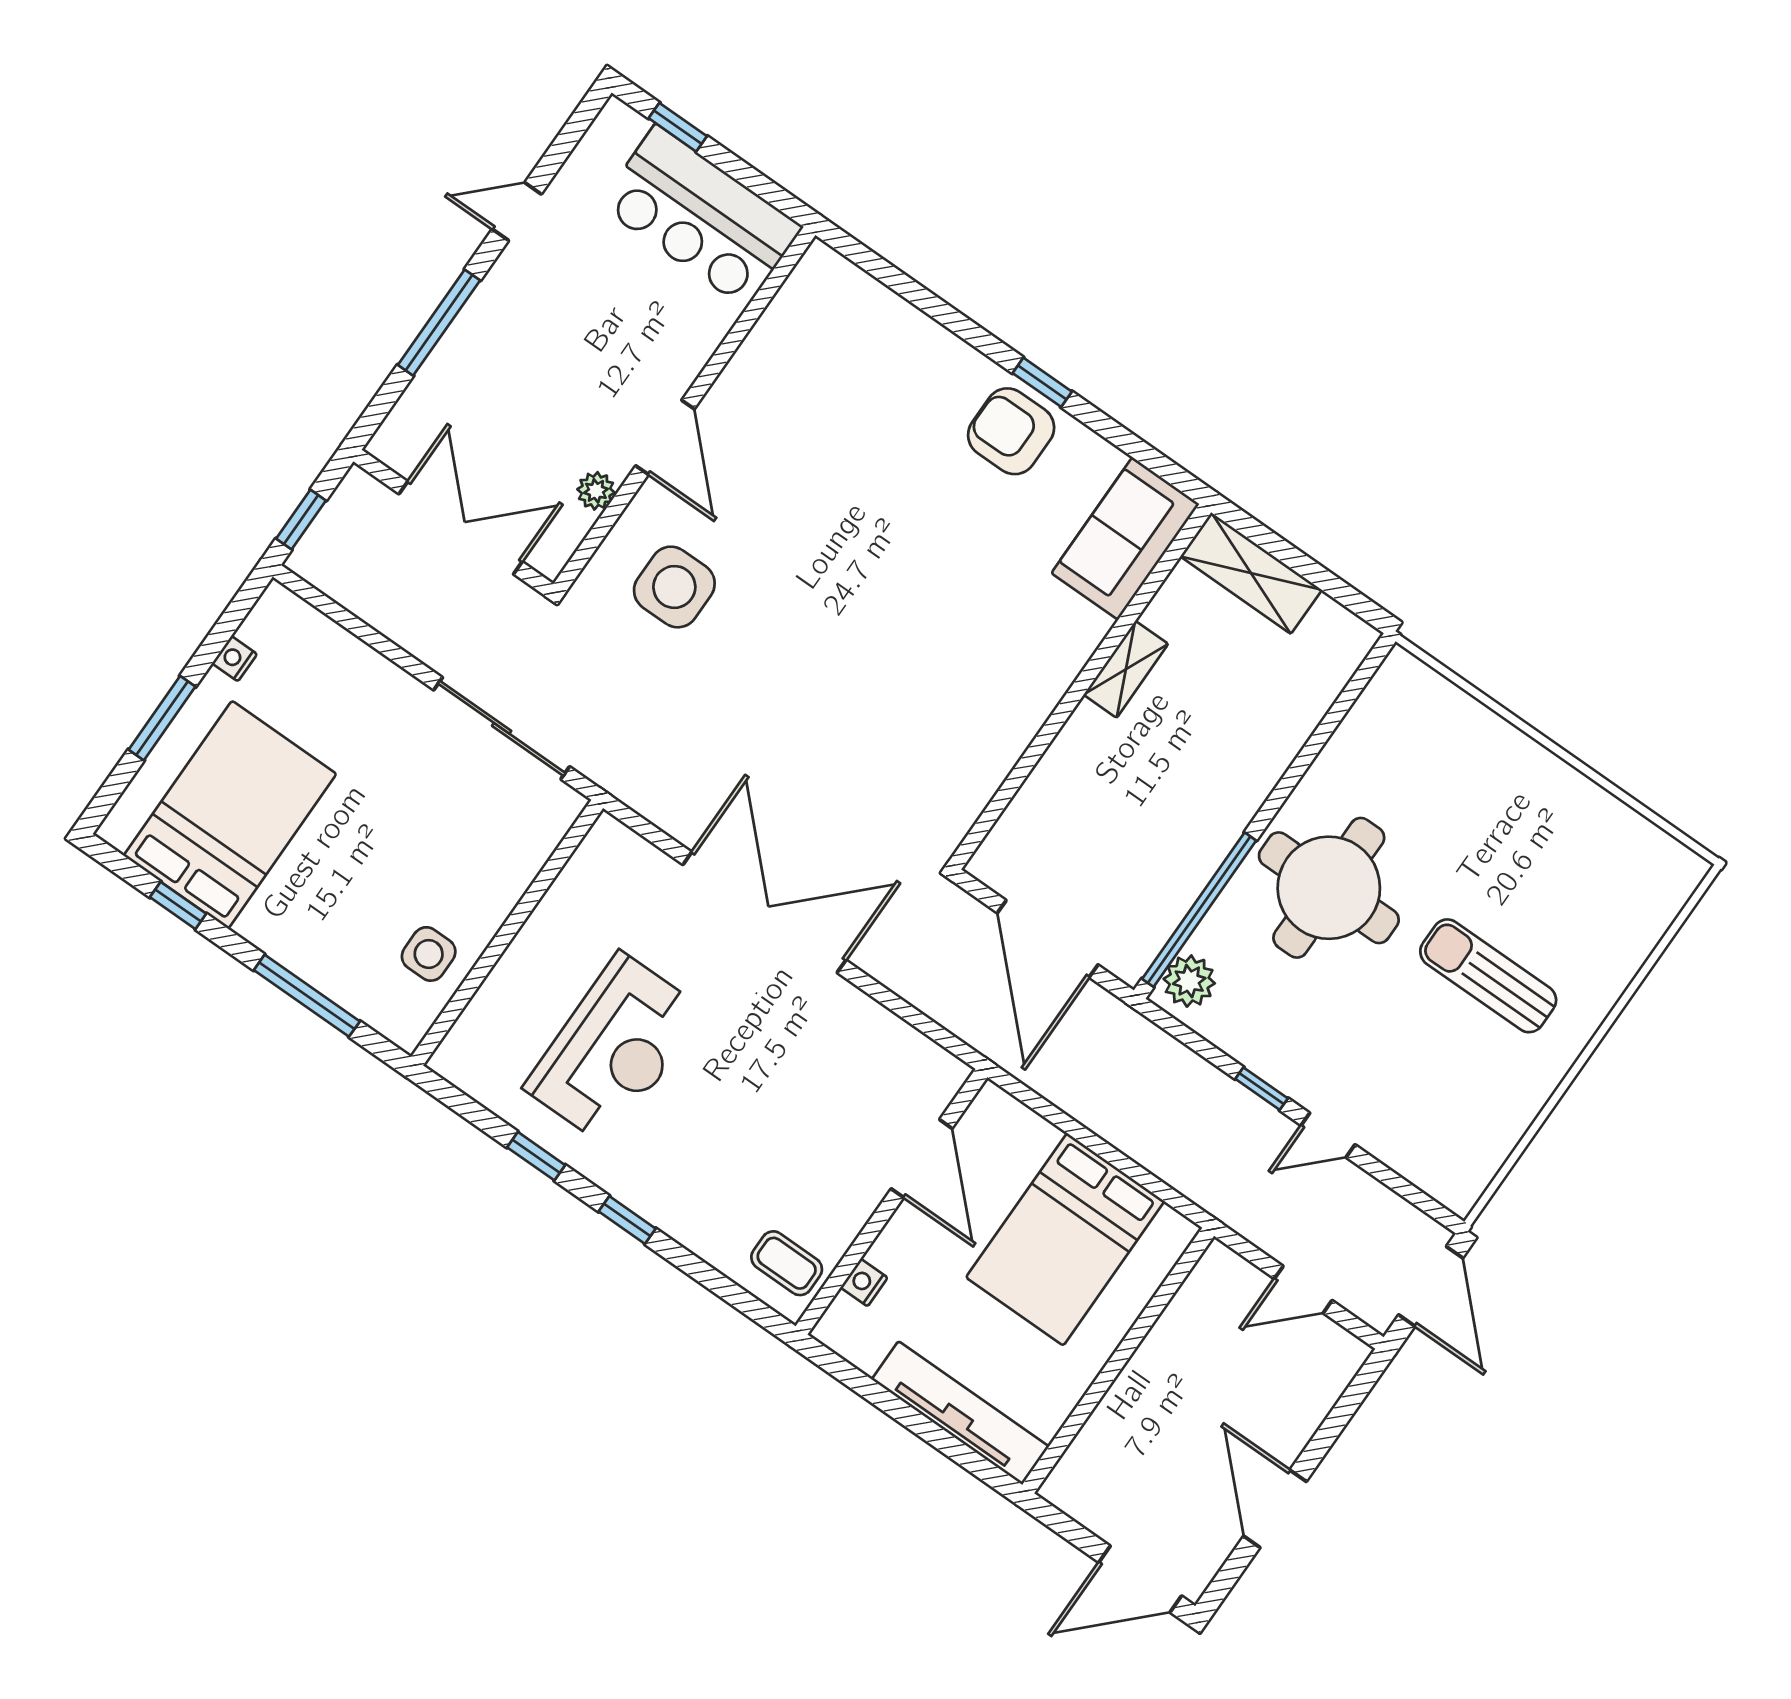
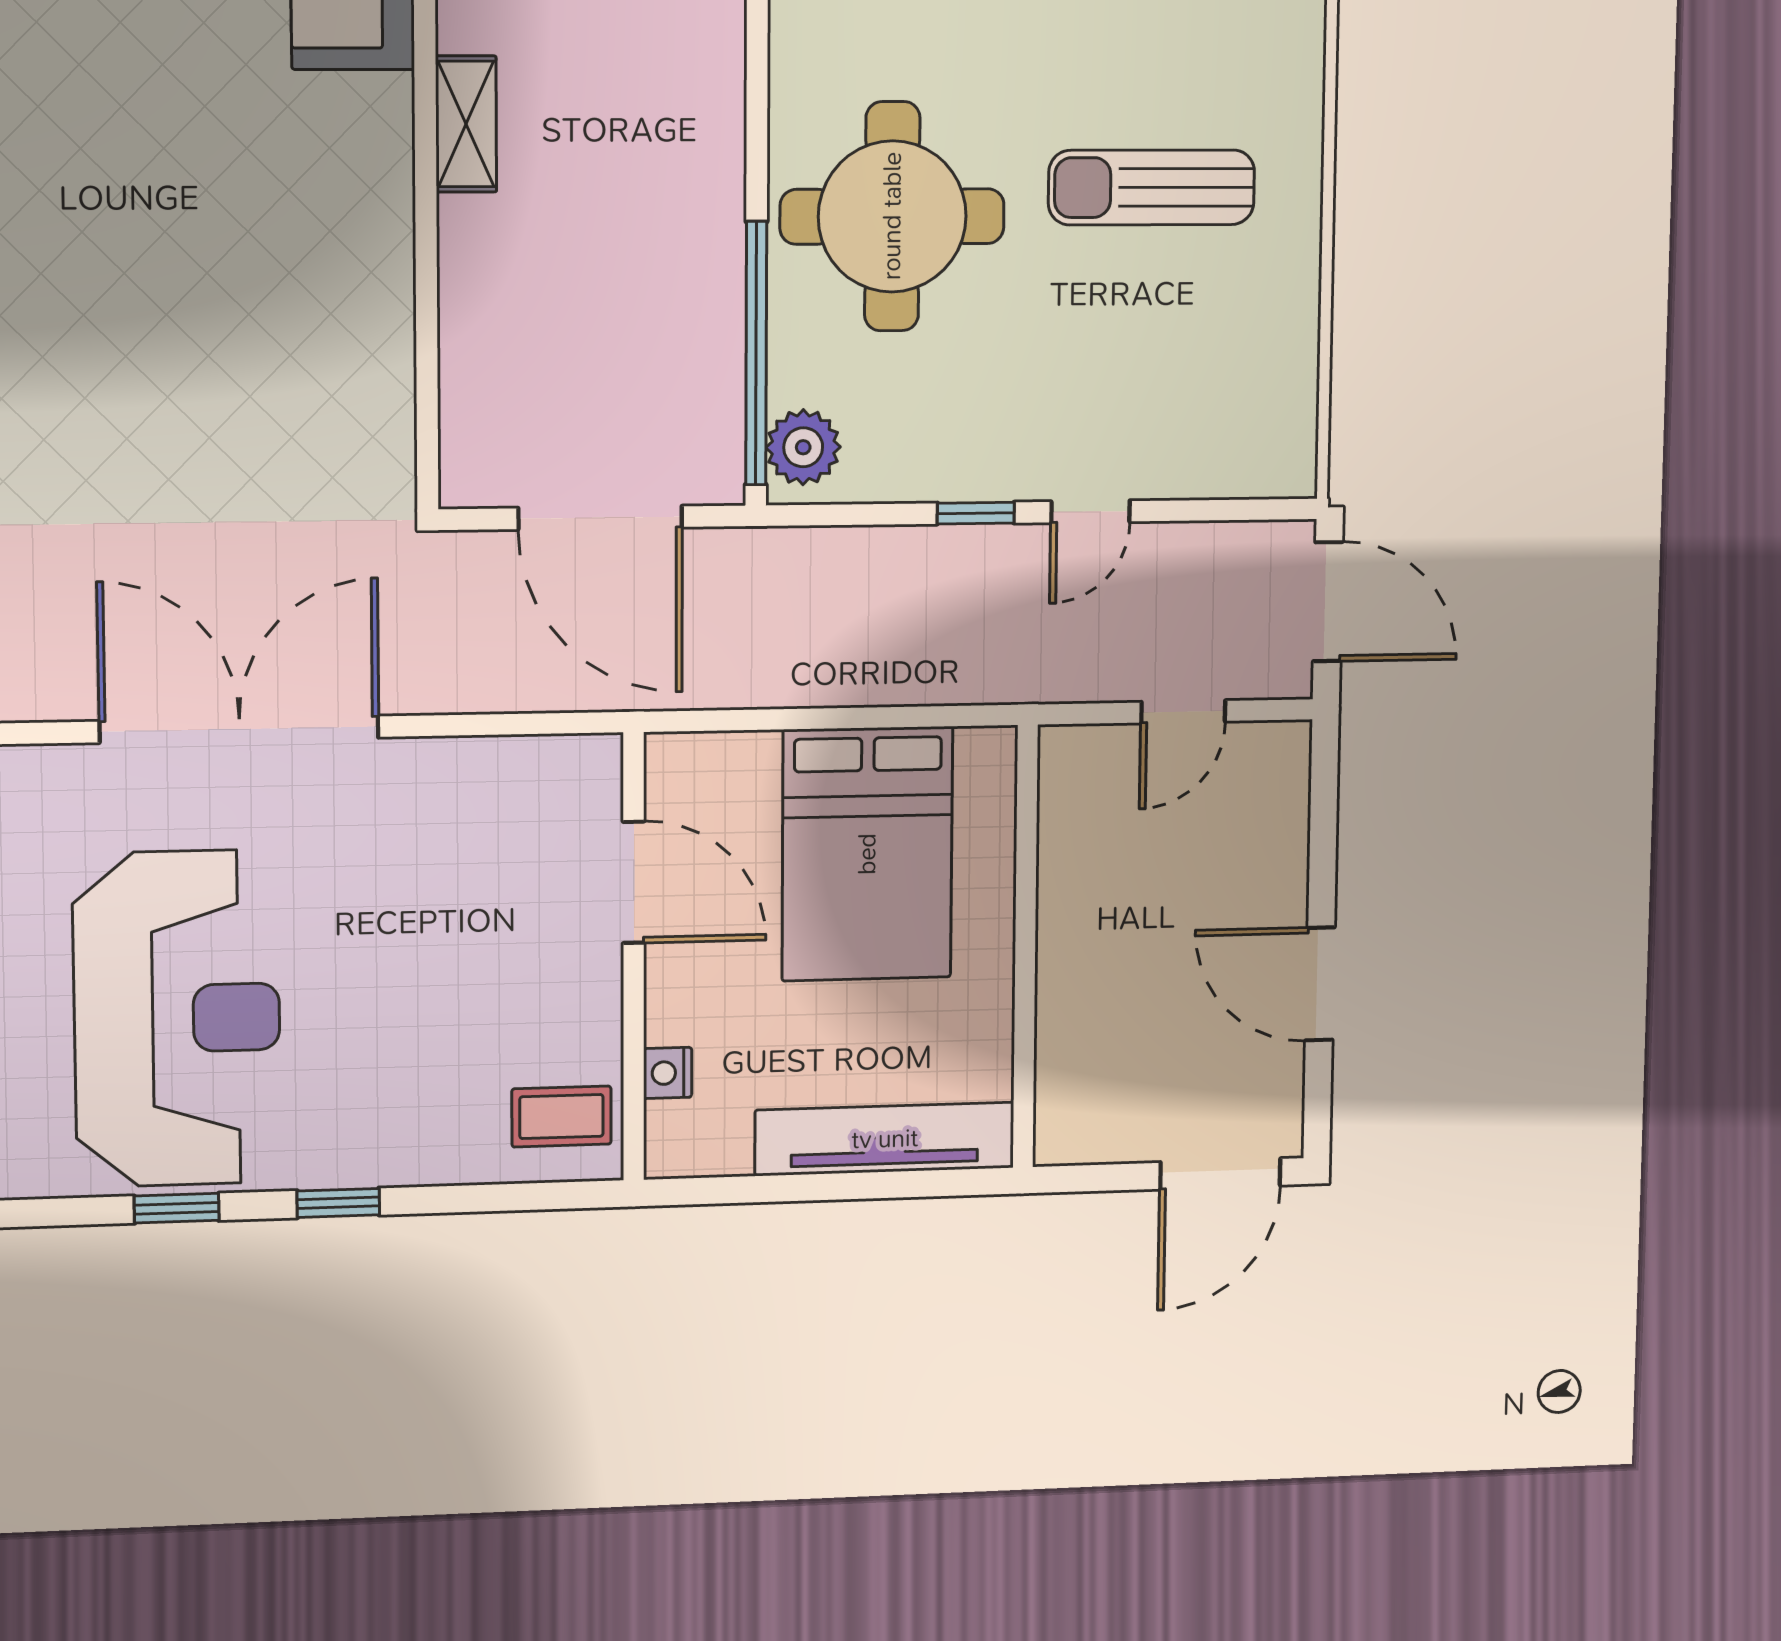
reception desk: (614, 1049) -> (177, 1019), width x1.36, depth x1.30

